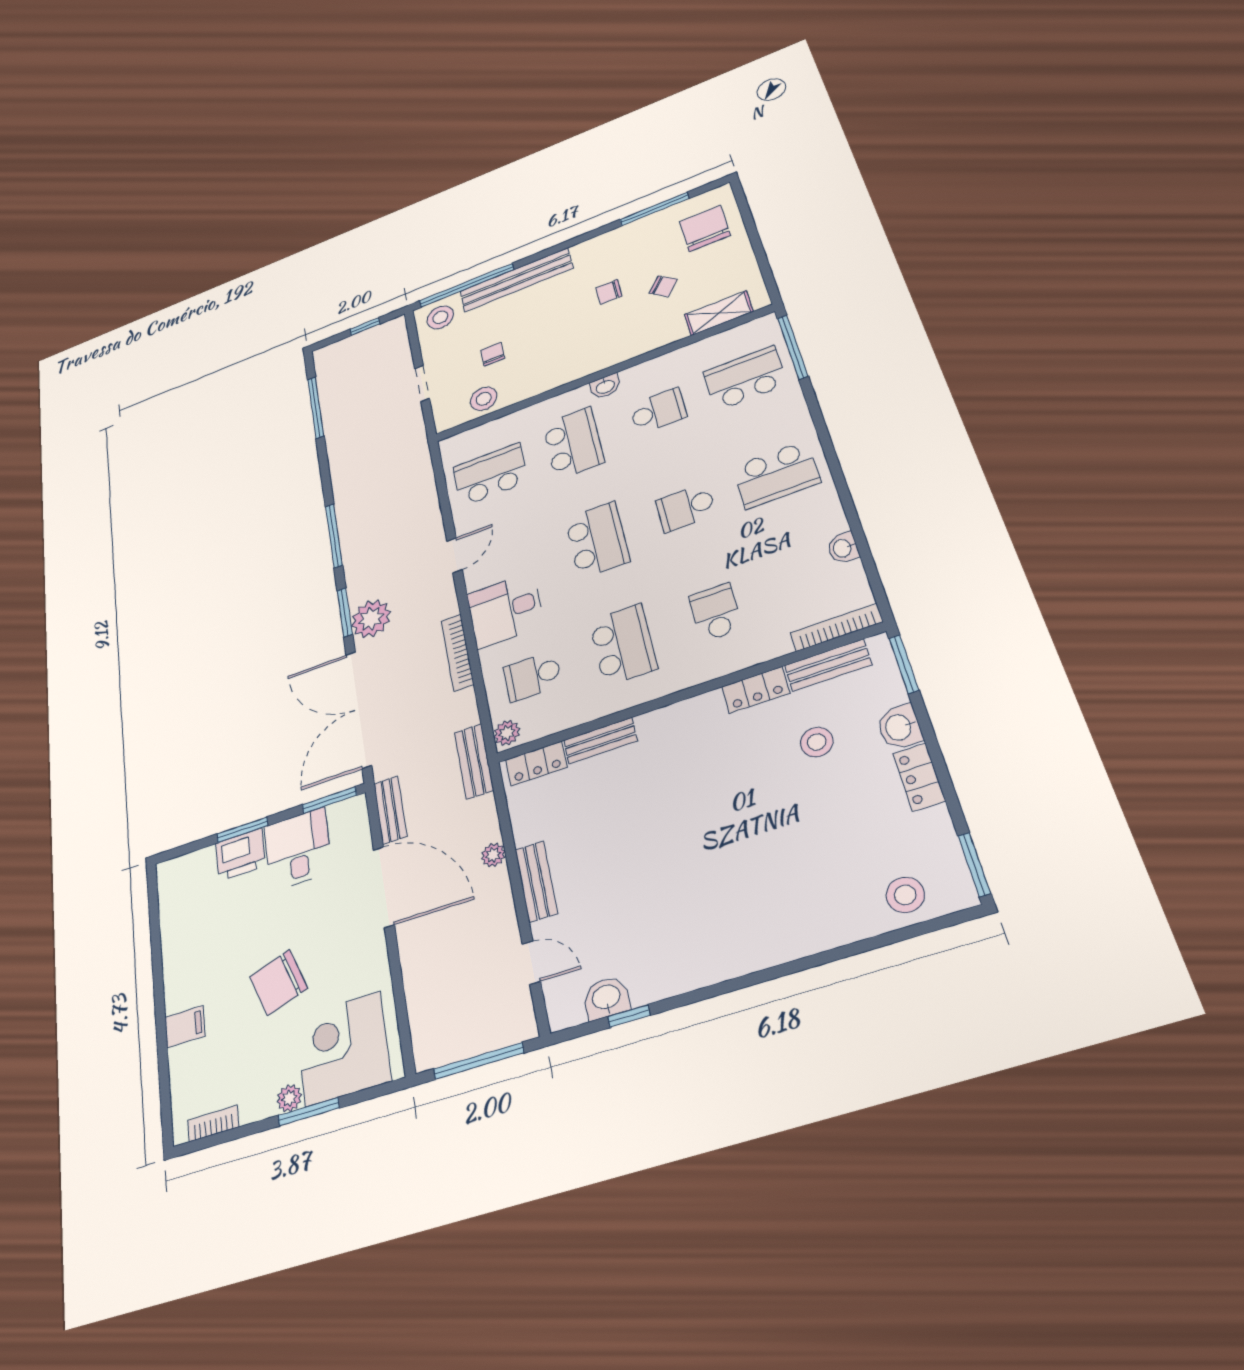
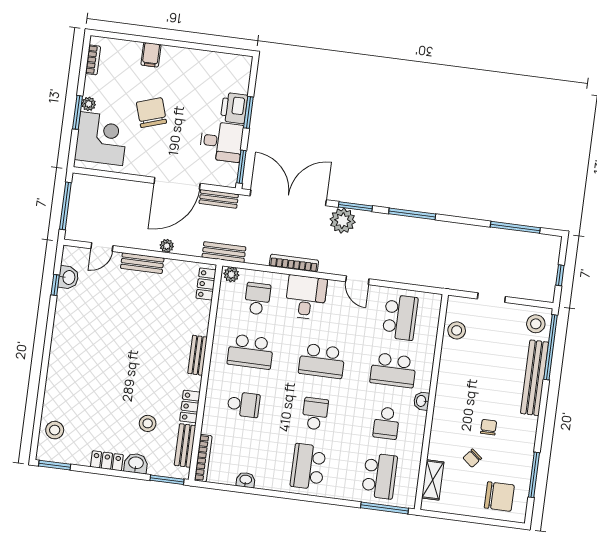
chair: (493, 354) -> (486, 346), removed
bench: (600, 741) -> (198, 355), moved

